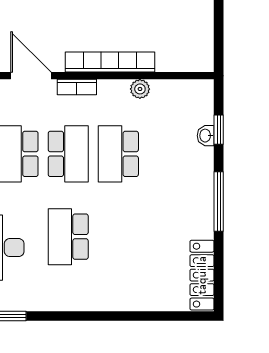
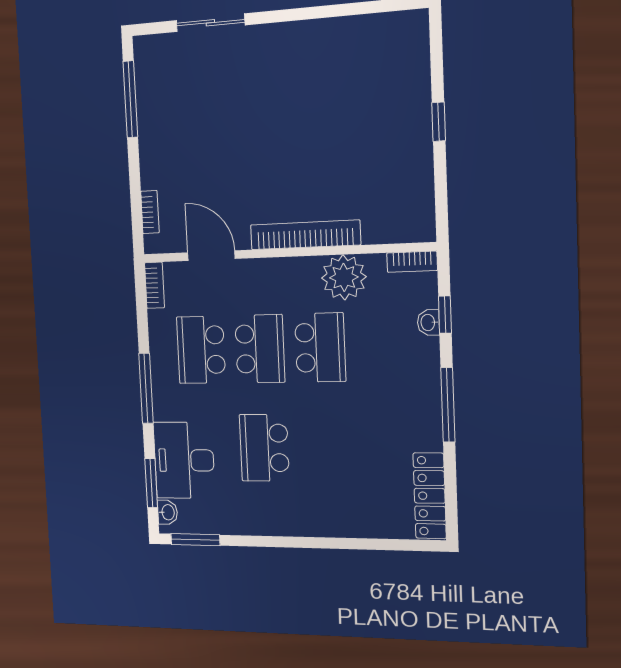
bookcase: (77, 87) -> (412, 262), moved
plant: (140, 89) -> (344, 277), width x1.88, depth x1.88
school desk: (118, 154) -> (320, 348), turned 180

